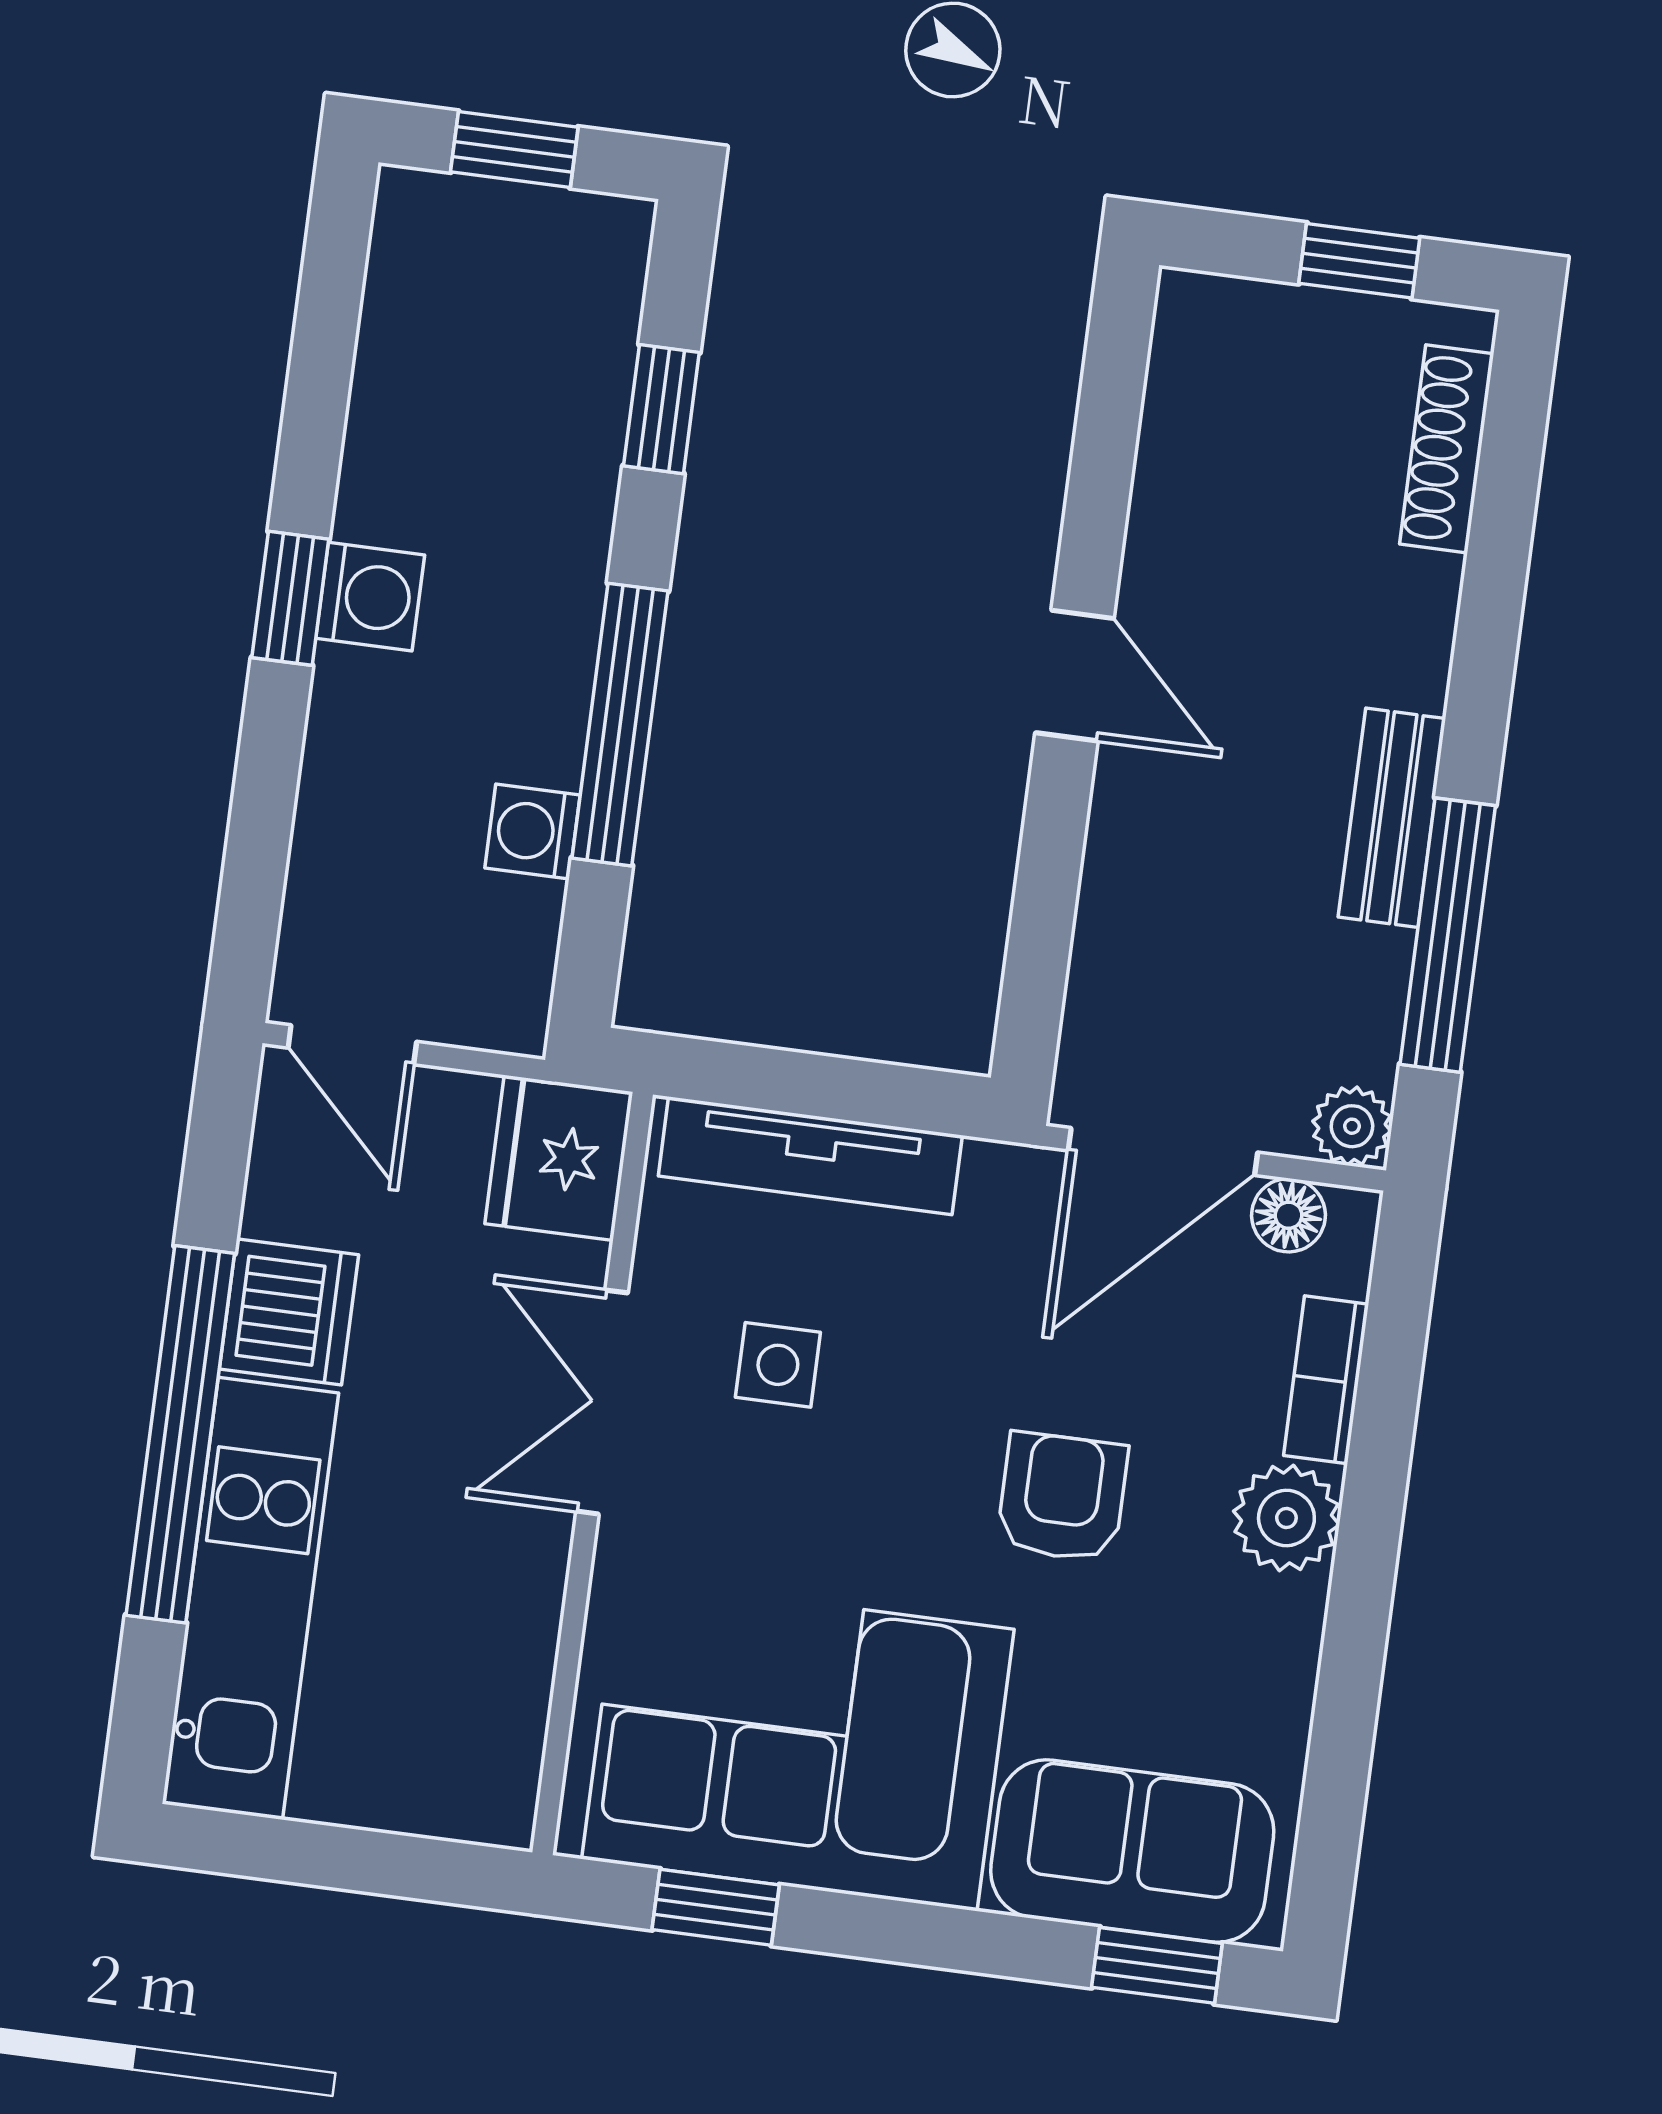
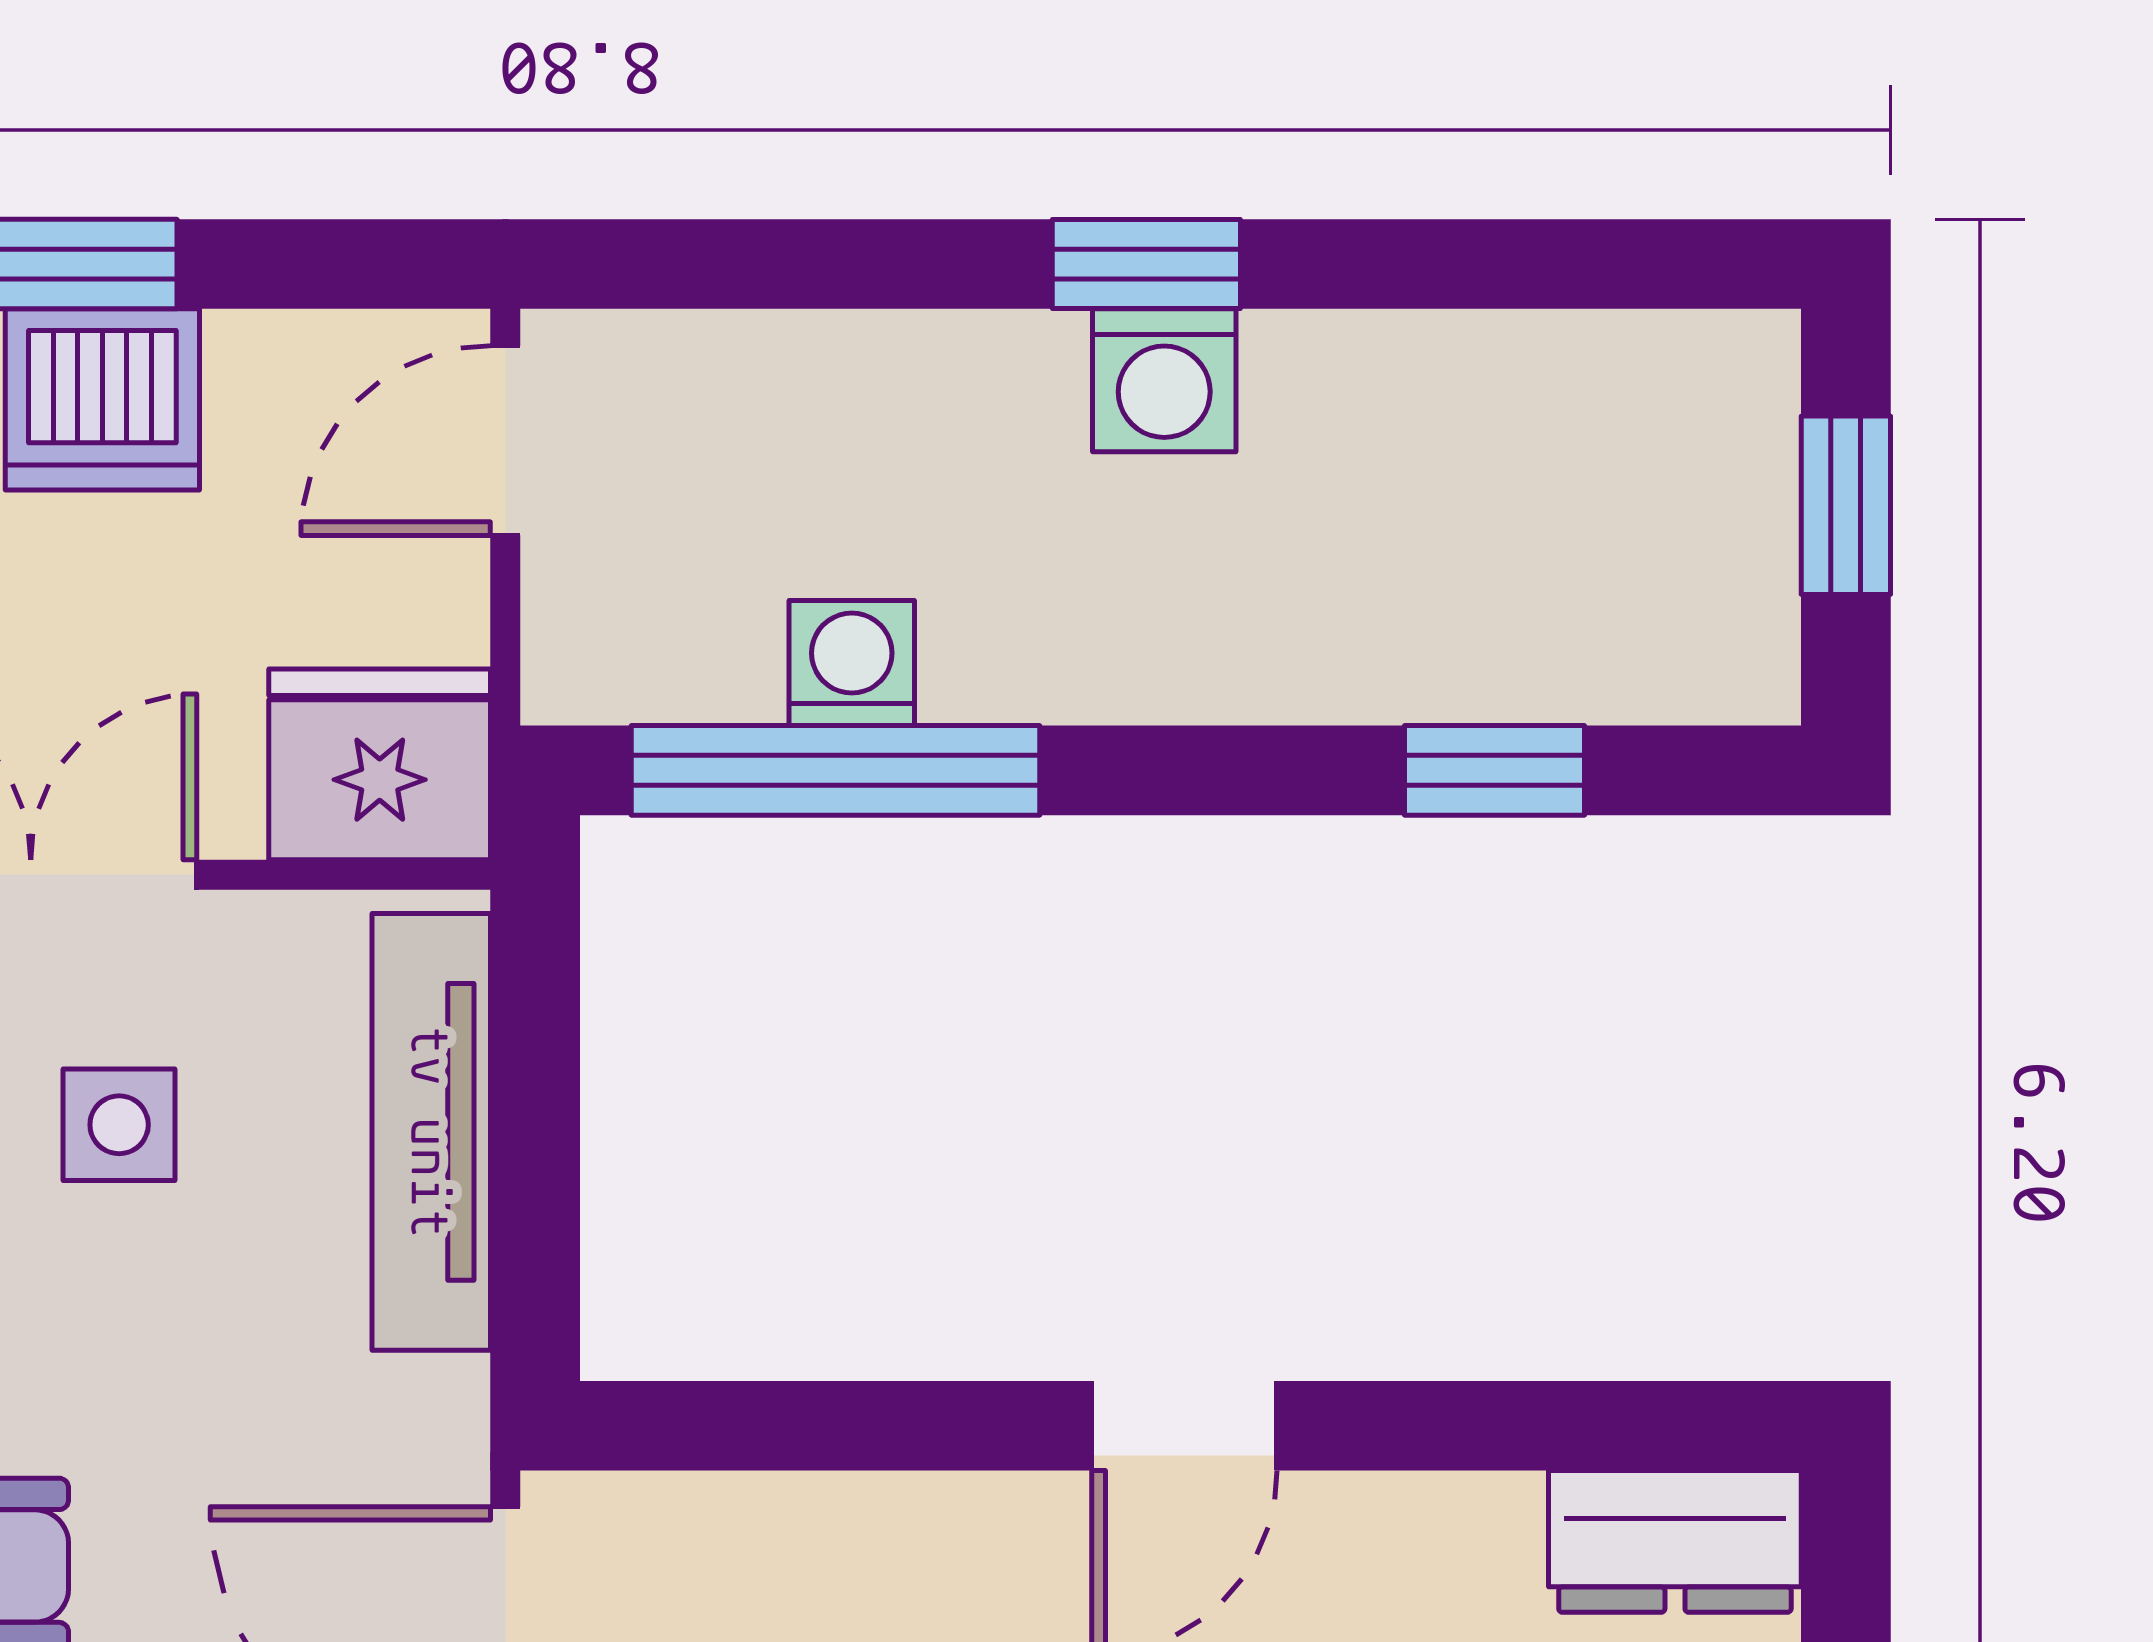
dresser: (1196, 356) -> (1675, 1541), added
window: (620, 725) -> (836, 770), moved

